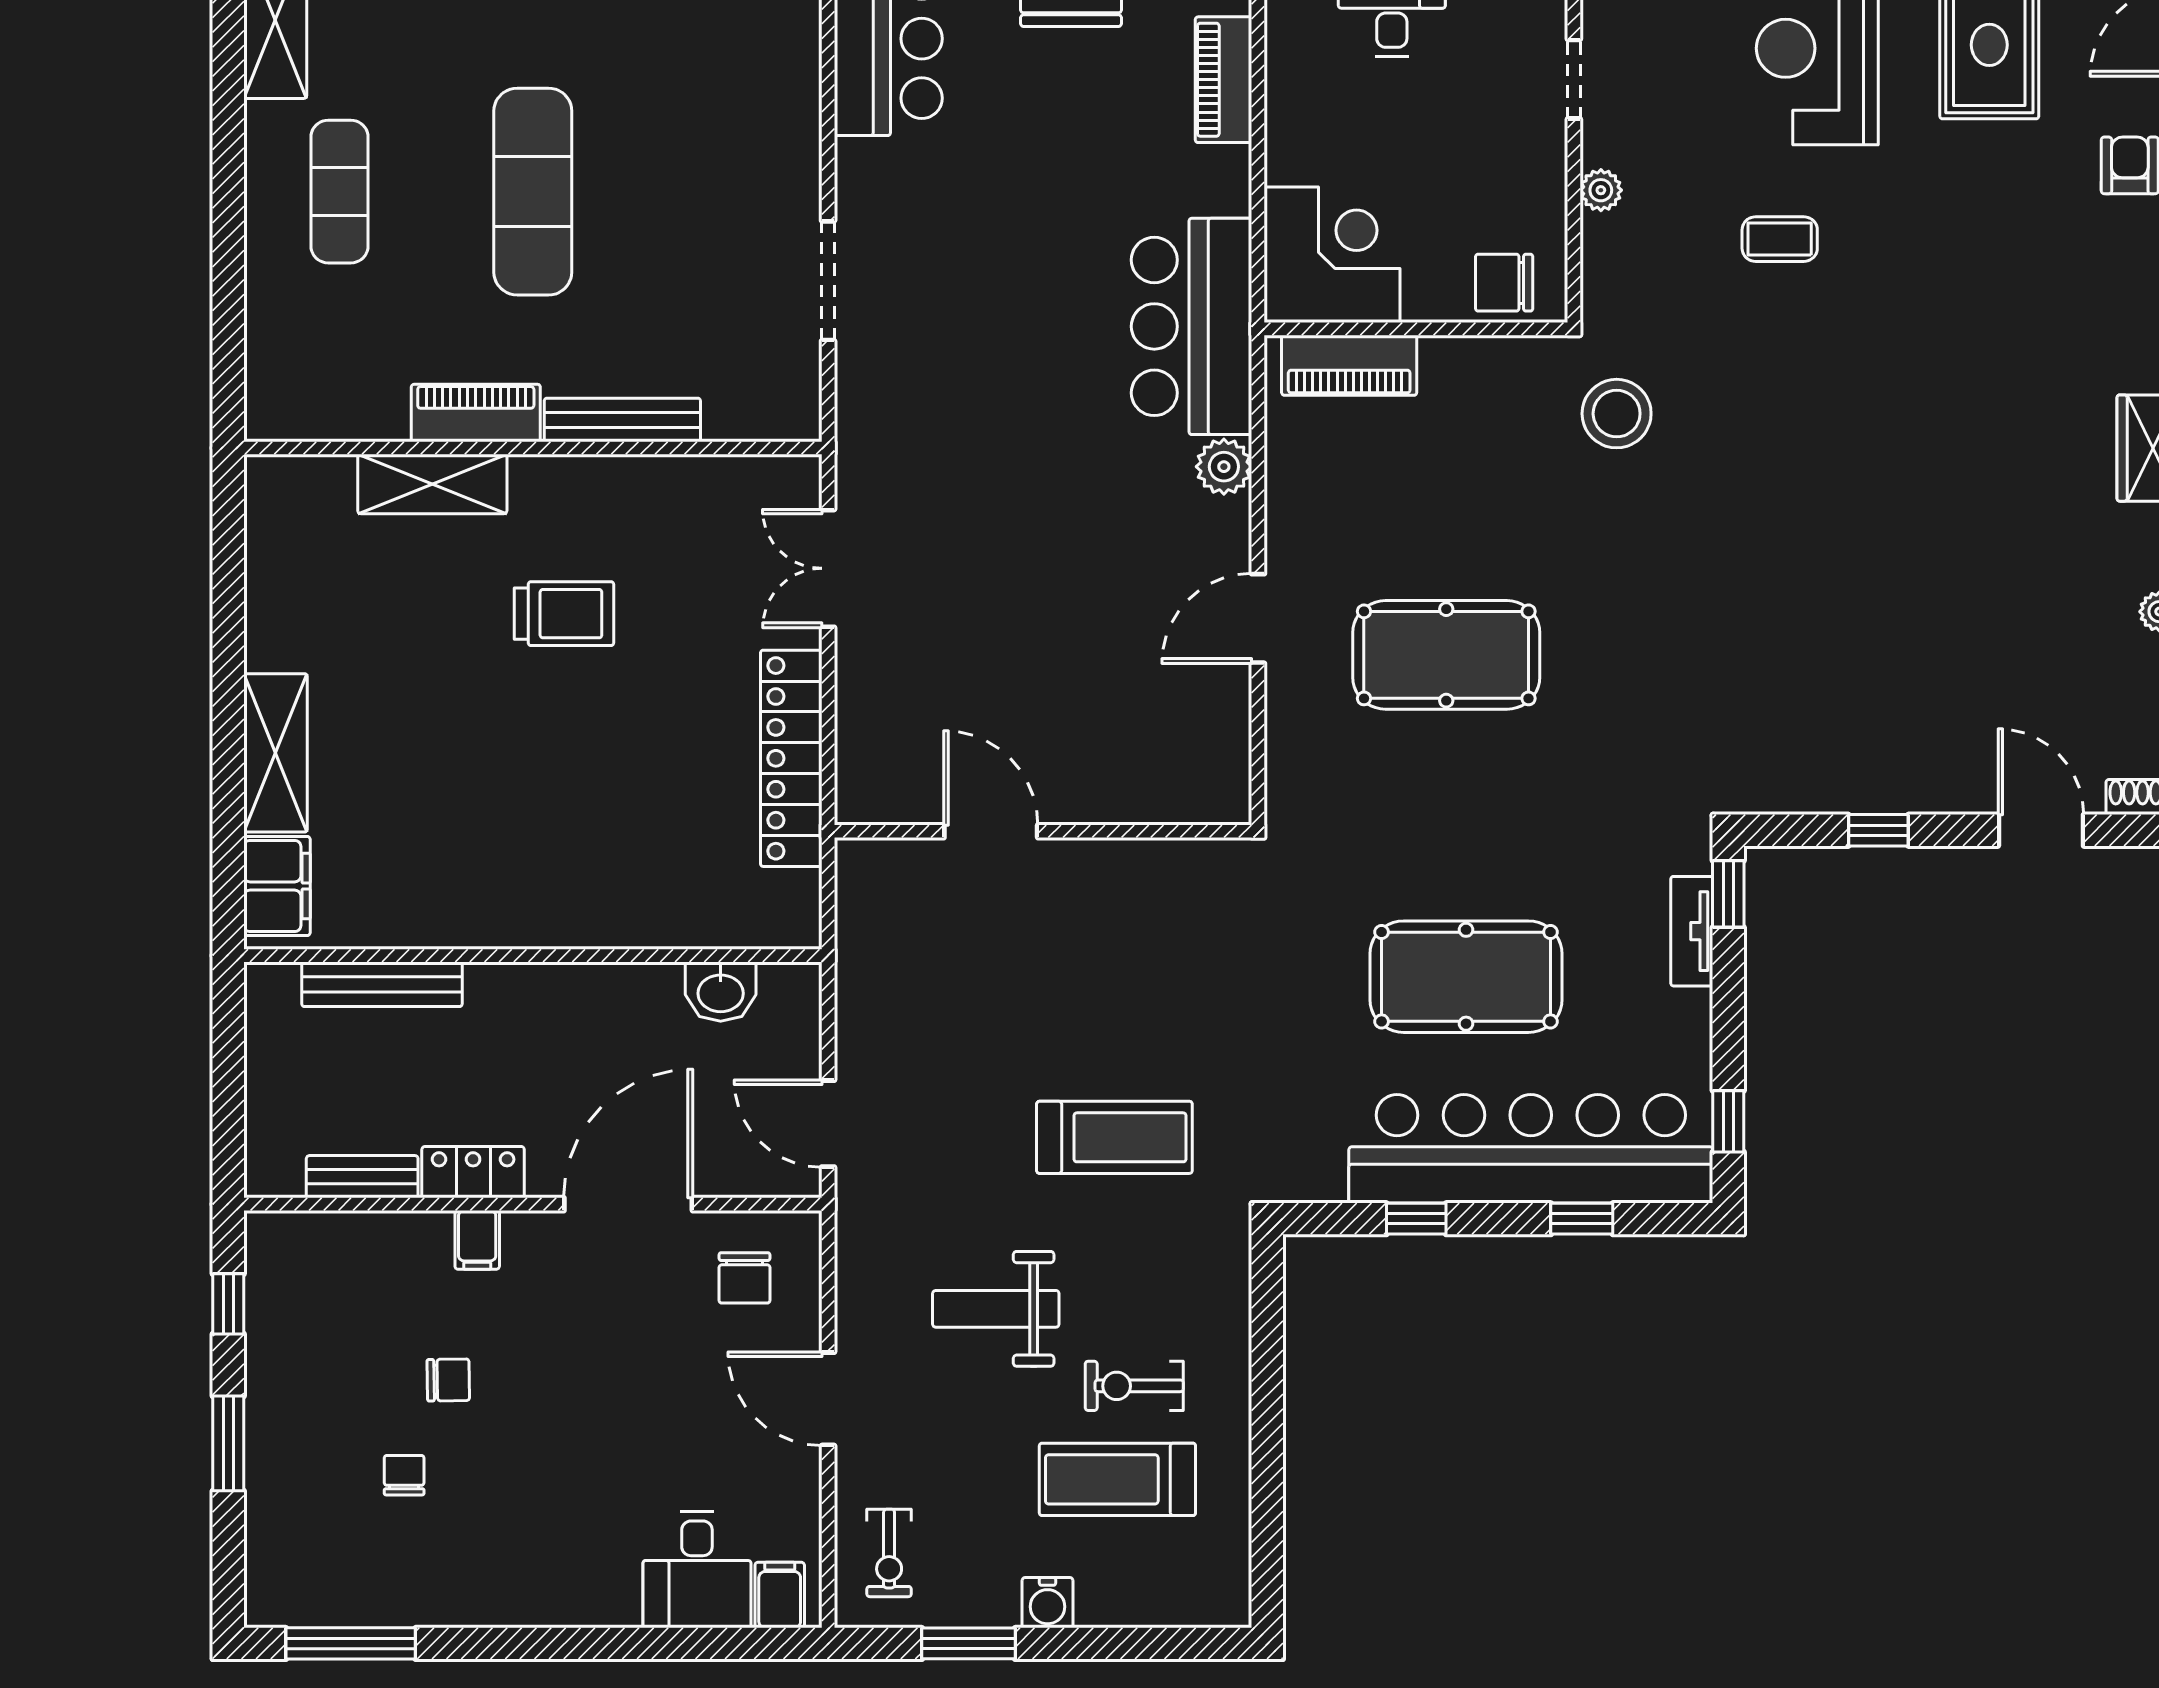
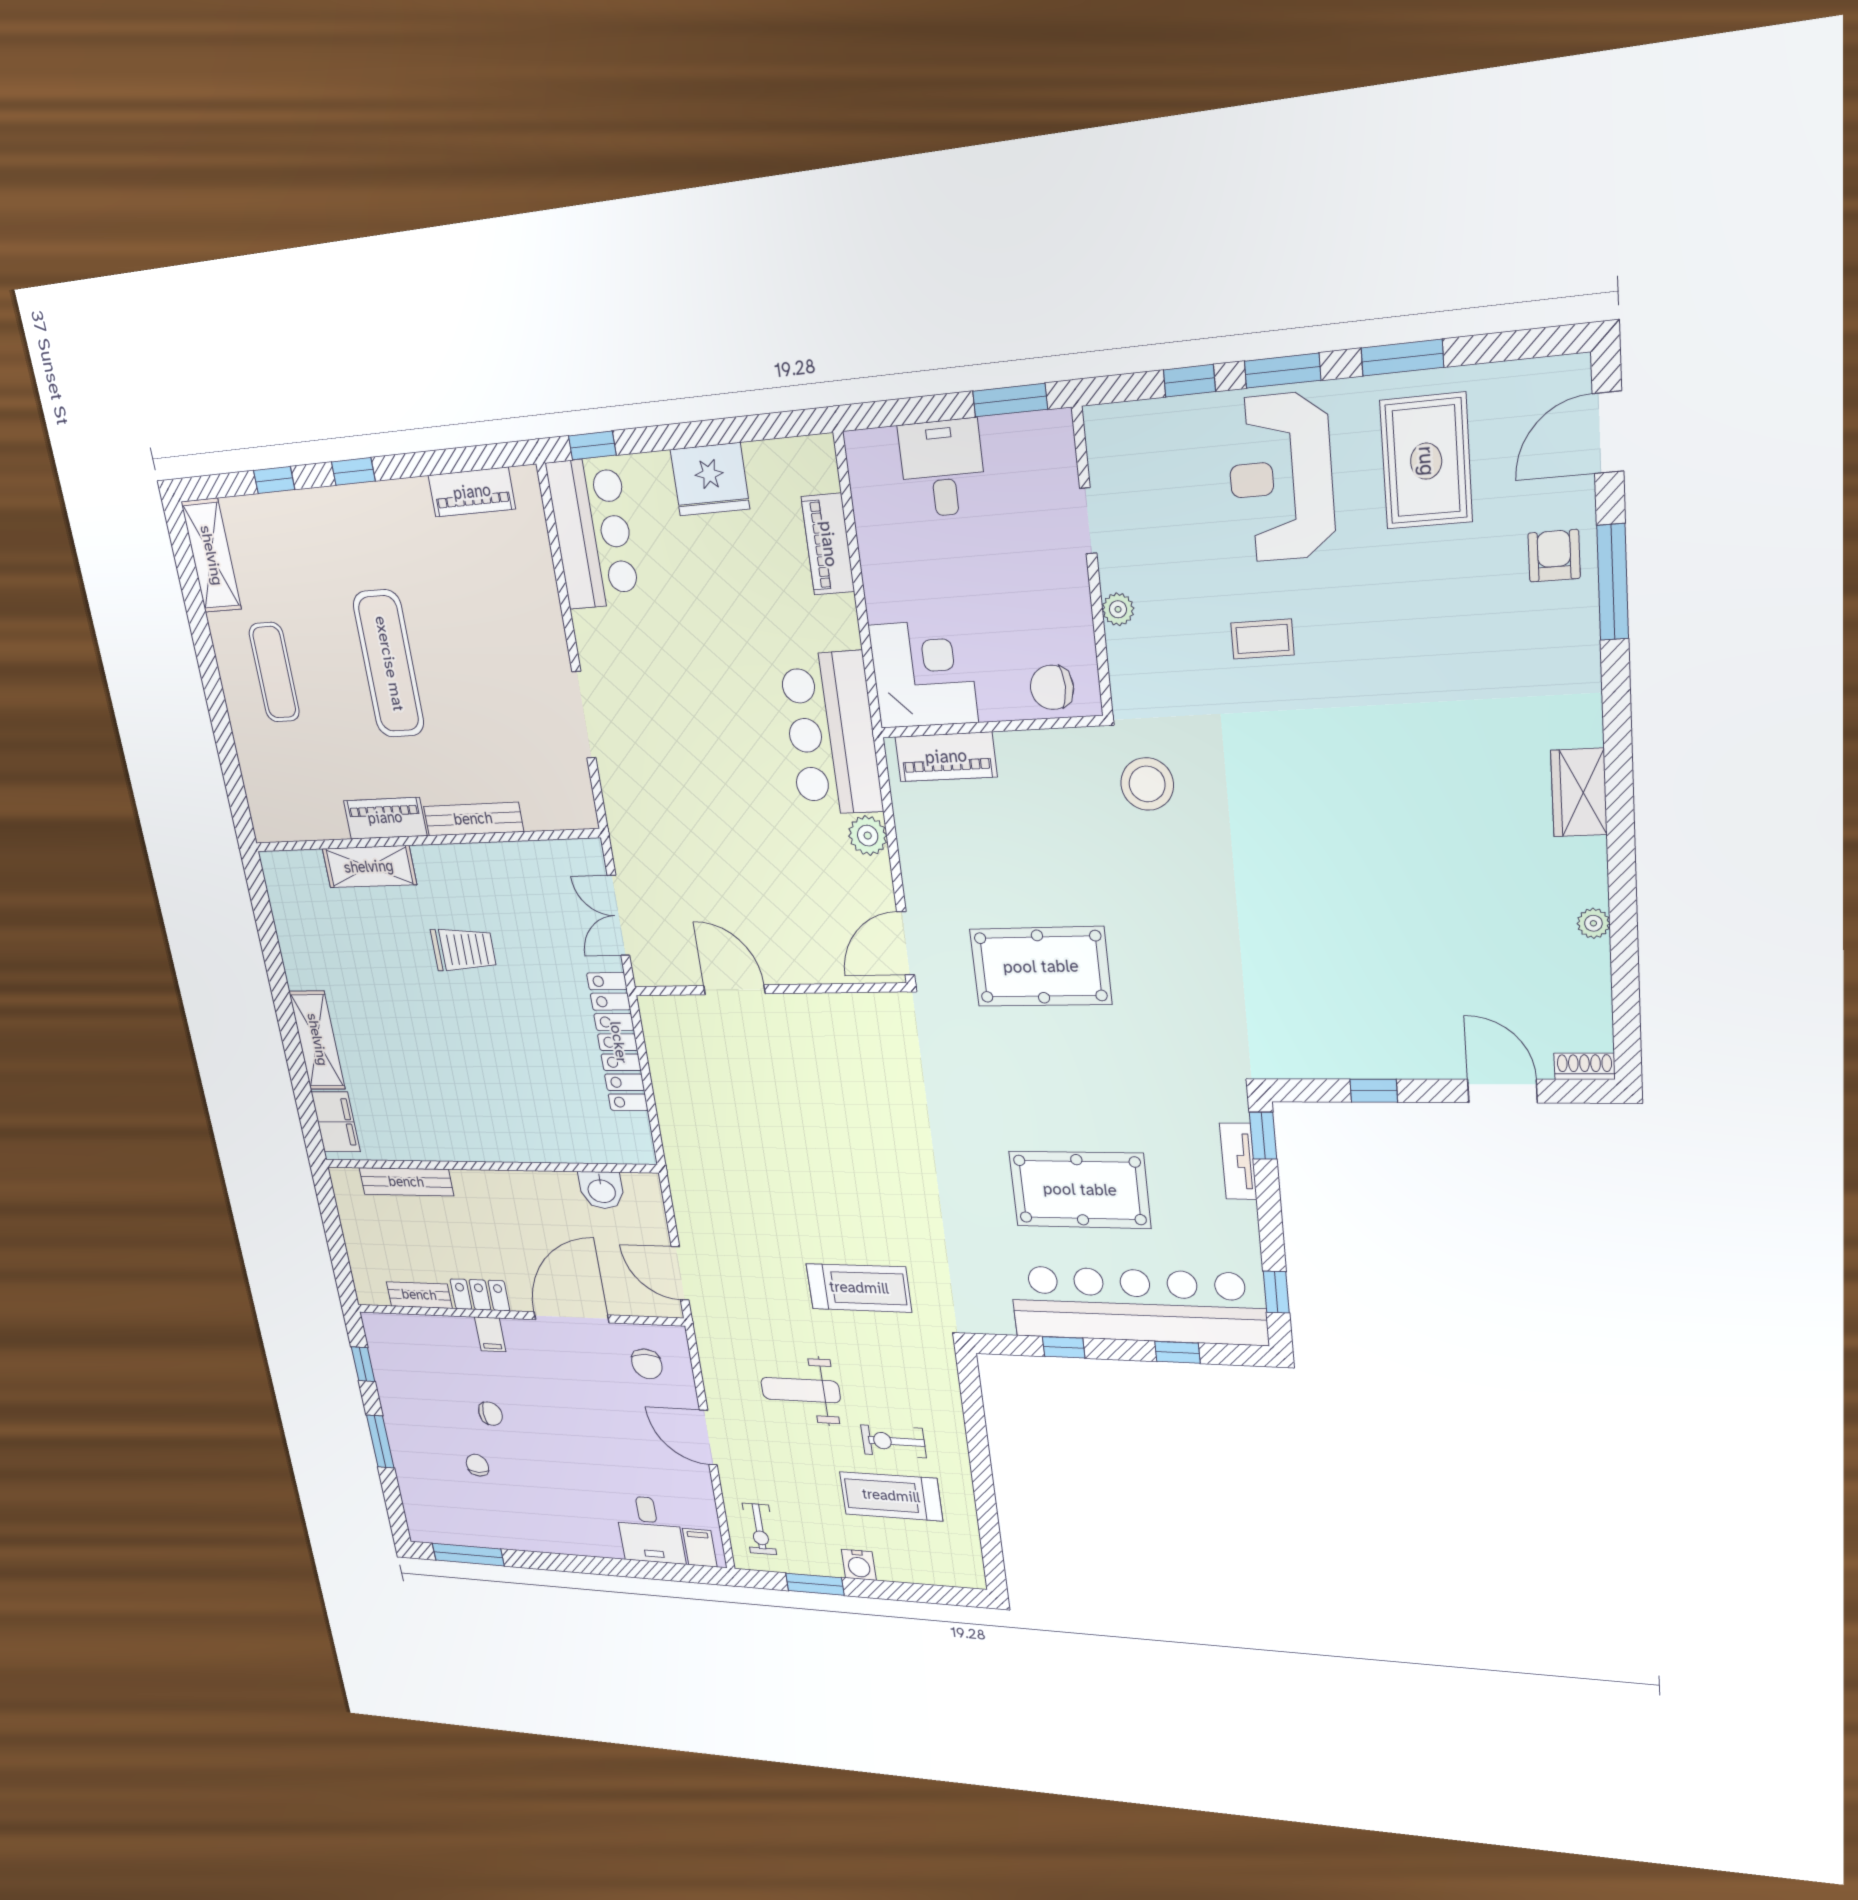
door: (991, 831) -> (734, 990), moved
wall: (1043, 831) -> (768, 989), moved

